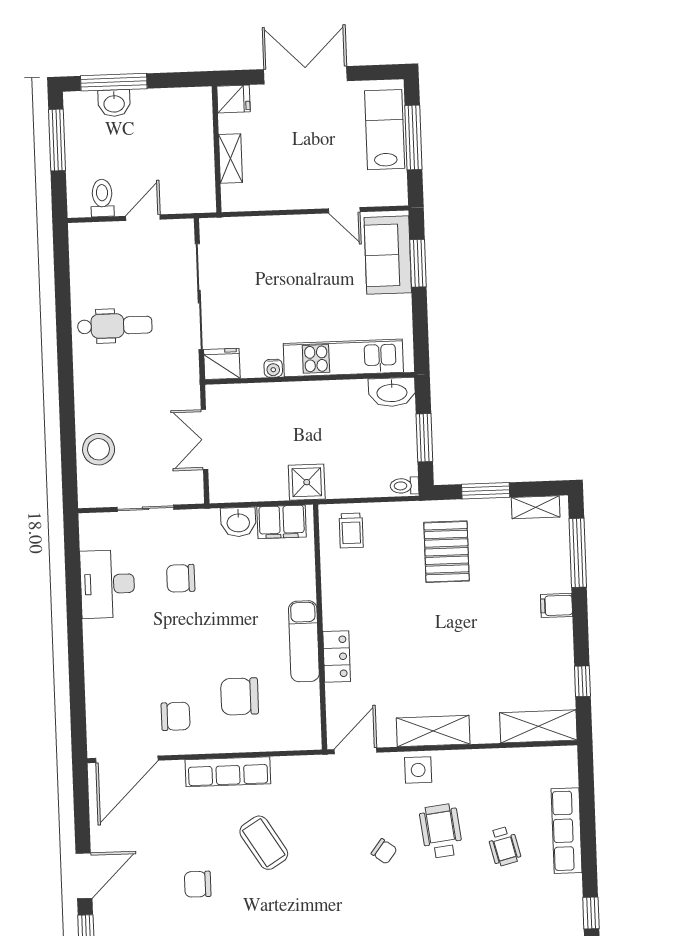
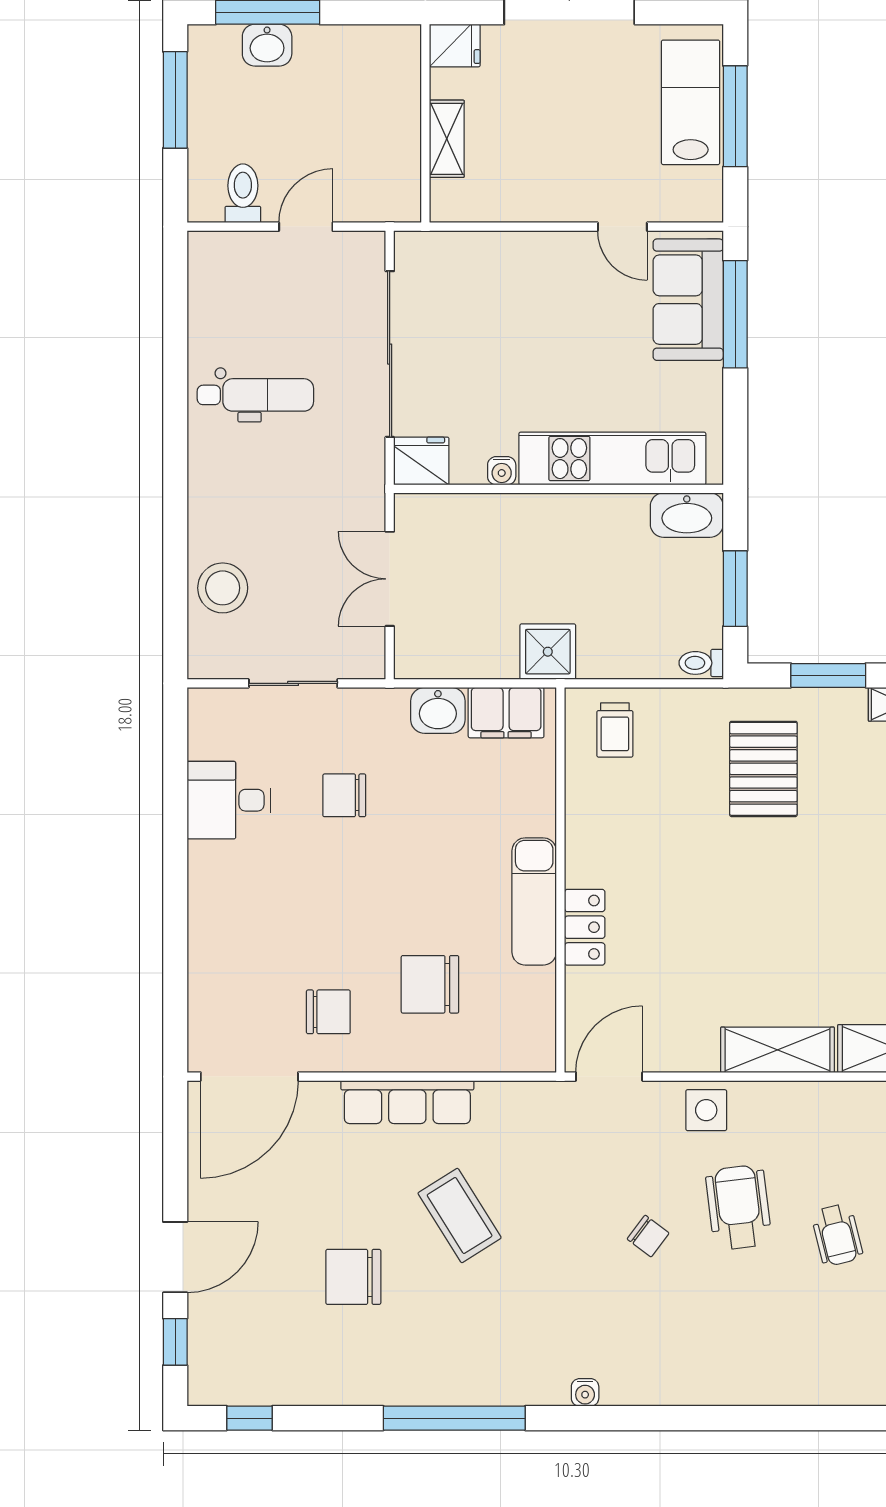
window: (418, 263) -> (735, 314), width x1.44
desk: (107, 584) -> (229, 800), width x0.73
shelving: (433, 731) -> (778, 1050), moved
chair: (198, 884) -> (353, 1277), width x1.37, depth x1.37

